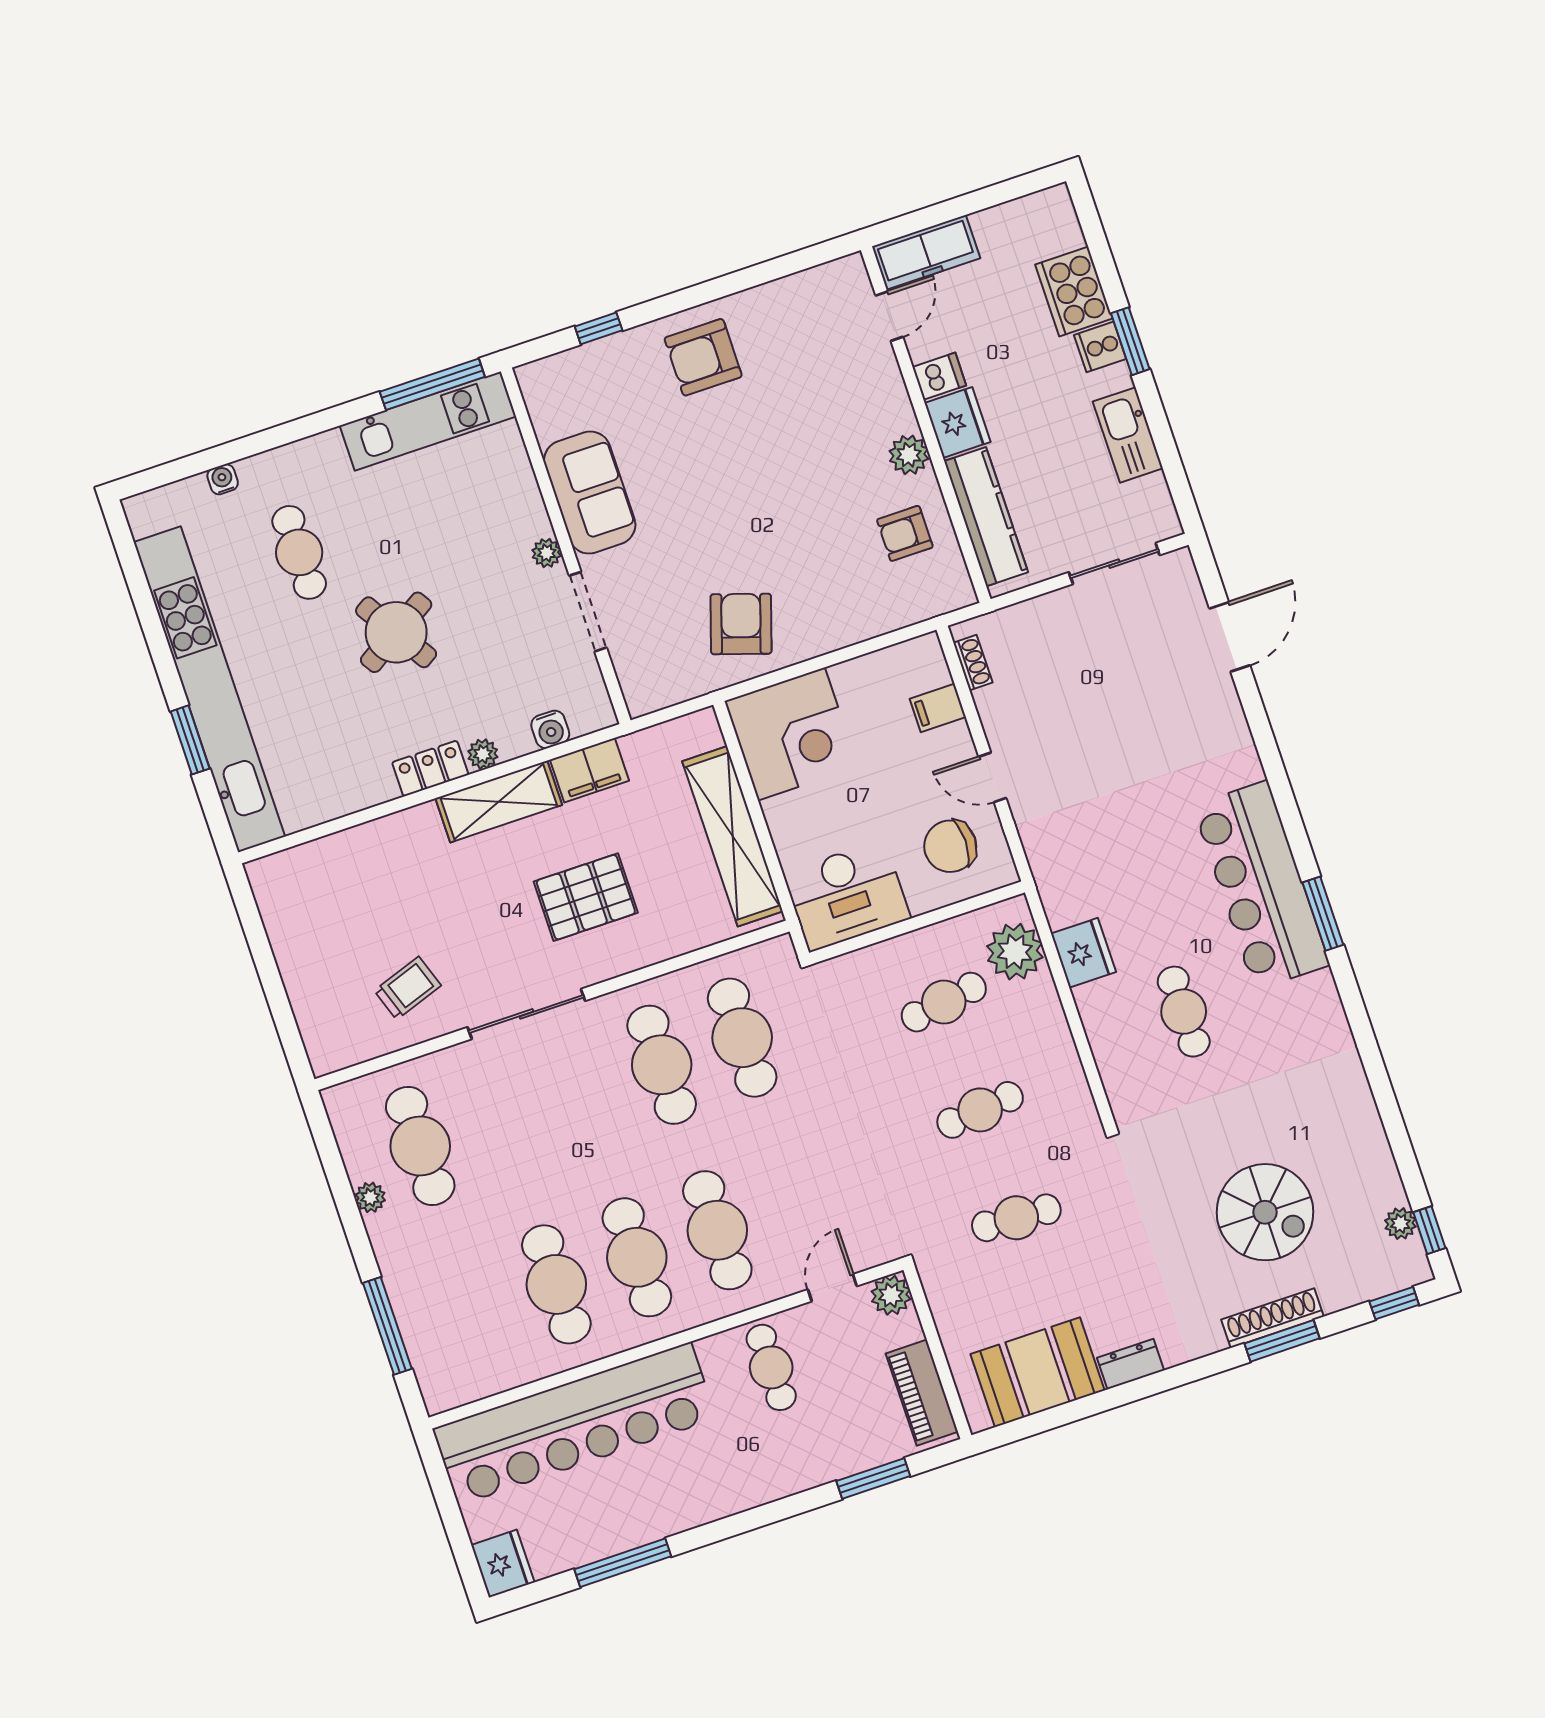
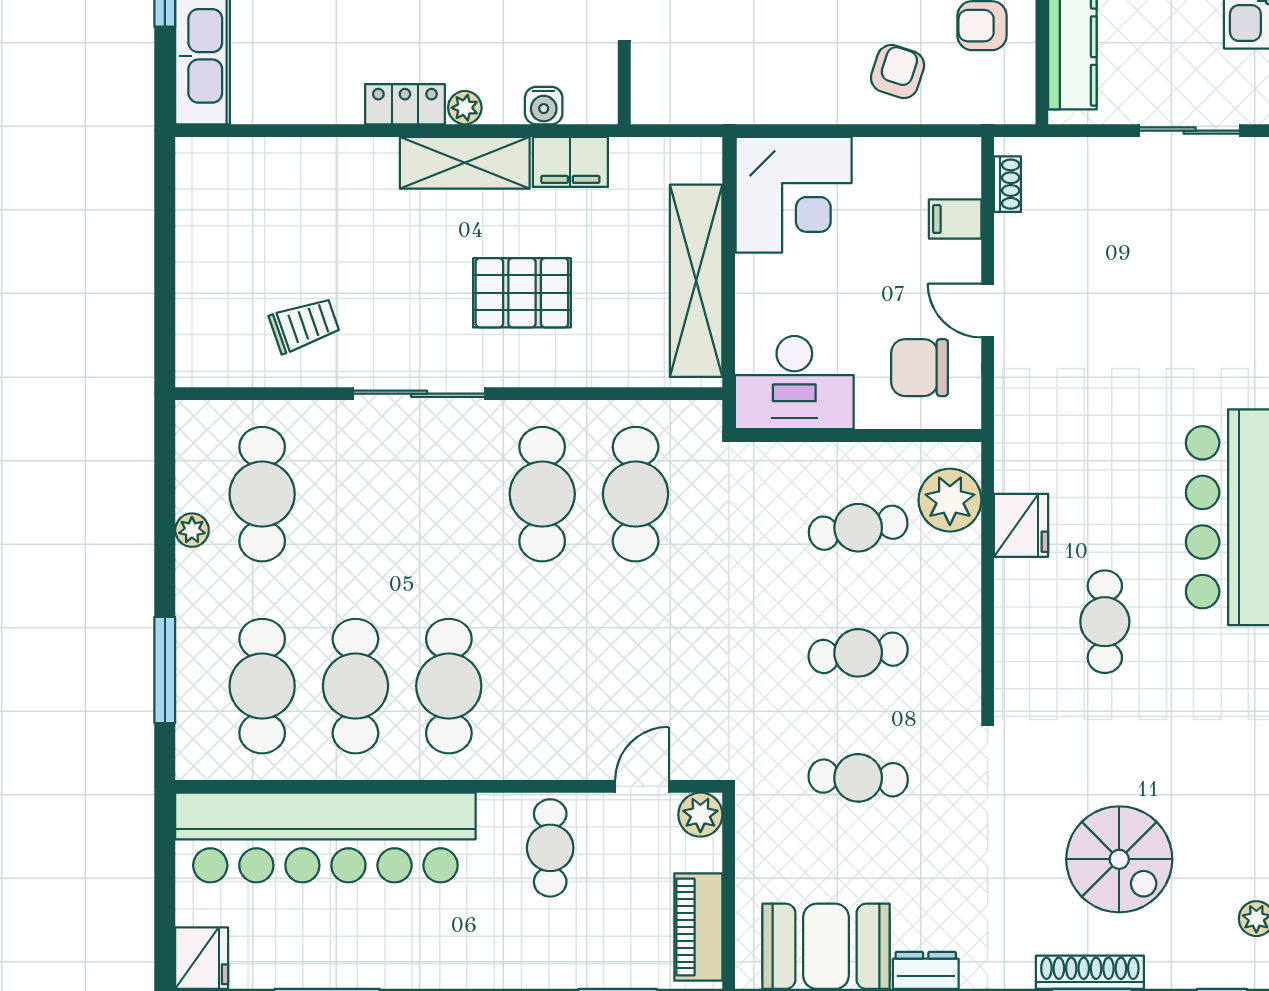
armchair: (741, 624) -> (898, 72), moved, width x0.72, depth x0.72
cafe table: (717, 1230) -> (262, 686), moved

